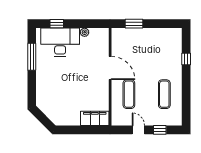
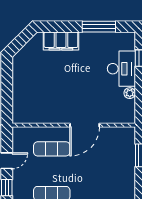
desk: (60, 42) -> (121, 69), width x0.73, depth x0.77
filing cabinet: (95, 118) -> (61, 41), moved, turned 90

